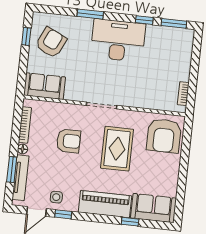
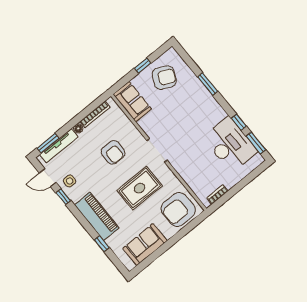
window: (26, 36) -> (143, 66), moved
desk: (118, 40) -> (230, 145), moved
window: (12, 169) -> (48, 143), moved
sofa: (153, 208) -> (145, 245), moved, turned -90

